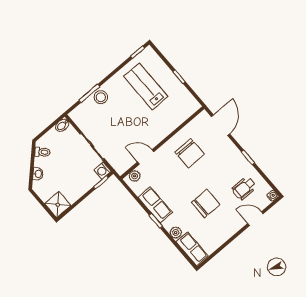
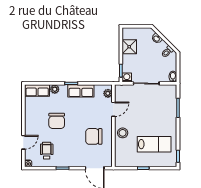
stool: (101, 97) -> (123, 133), moved
shower: (58, 205) -> (129, 47), moved

